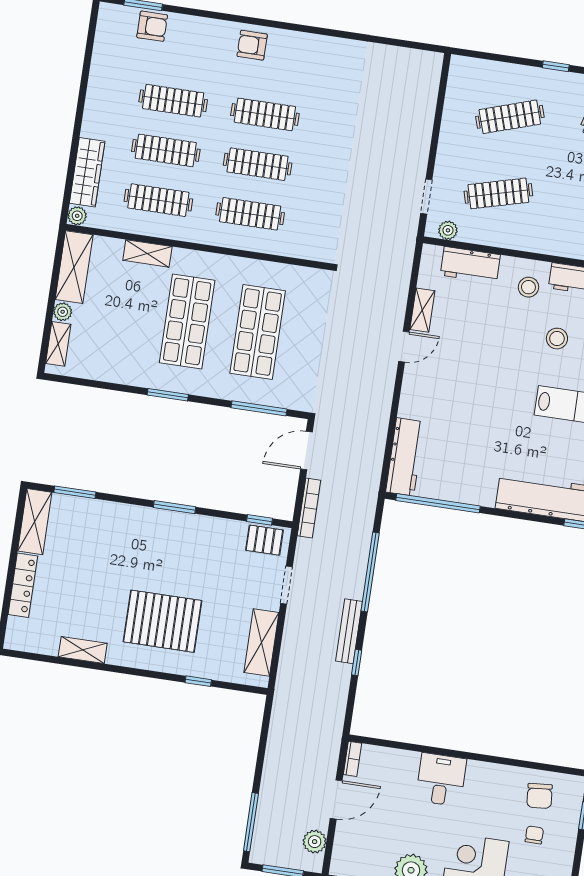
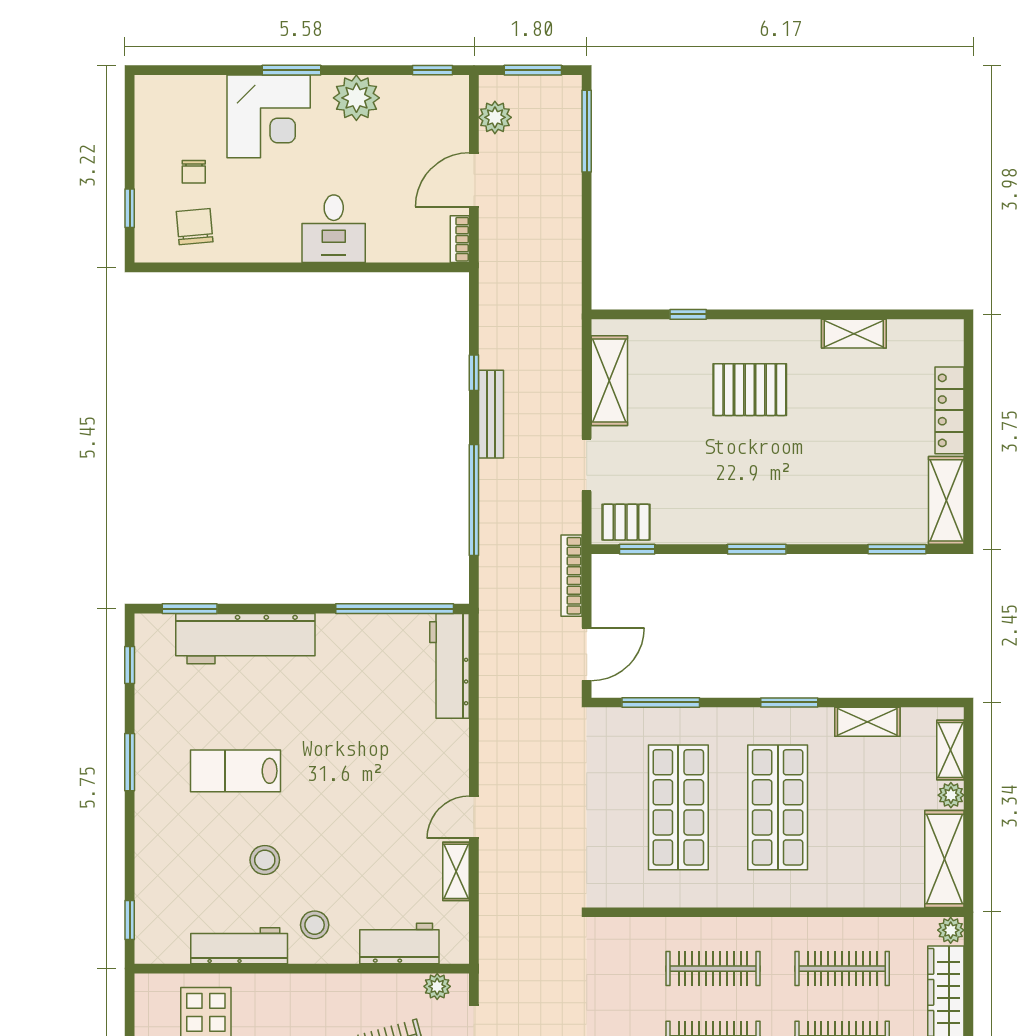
shelving: (147, 253) -> (867, 722), moved
pallet: (163, 621) -> (750, 390), width x0.73, depth x0.71

